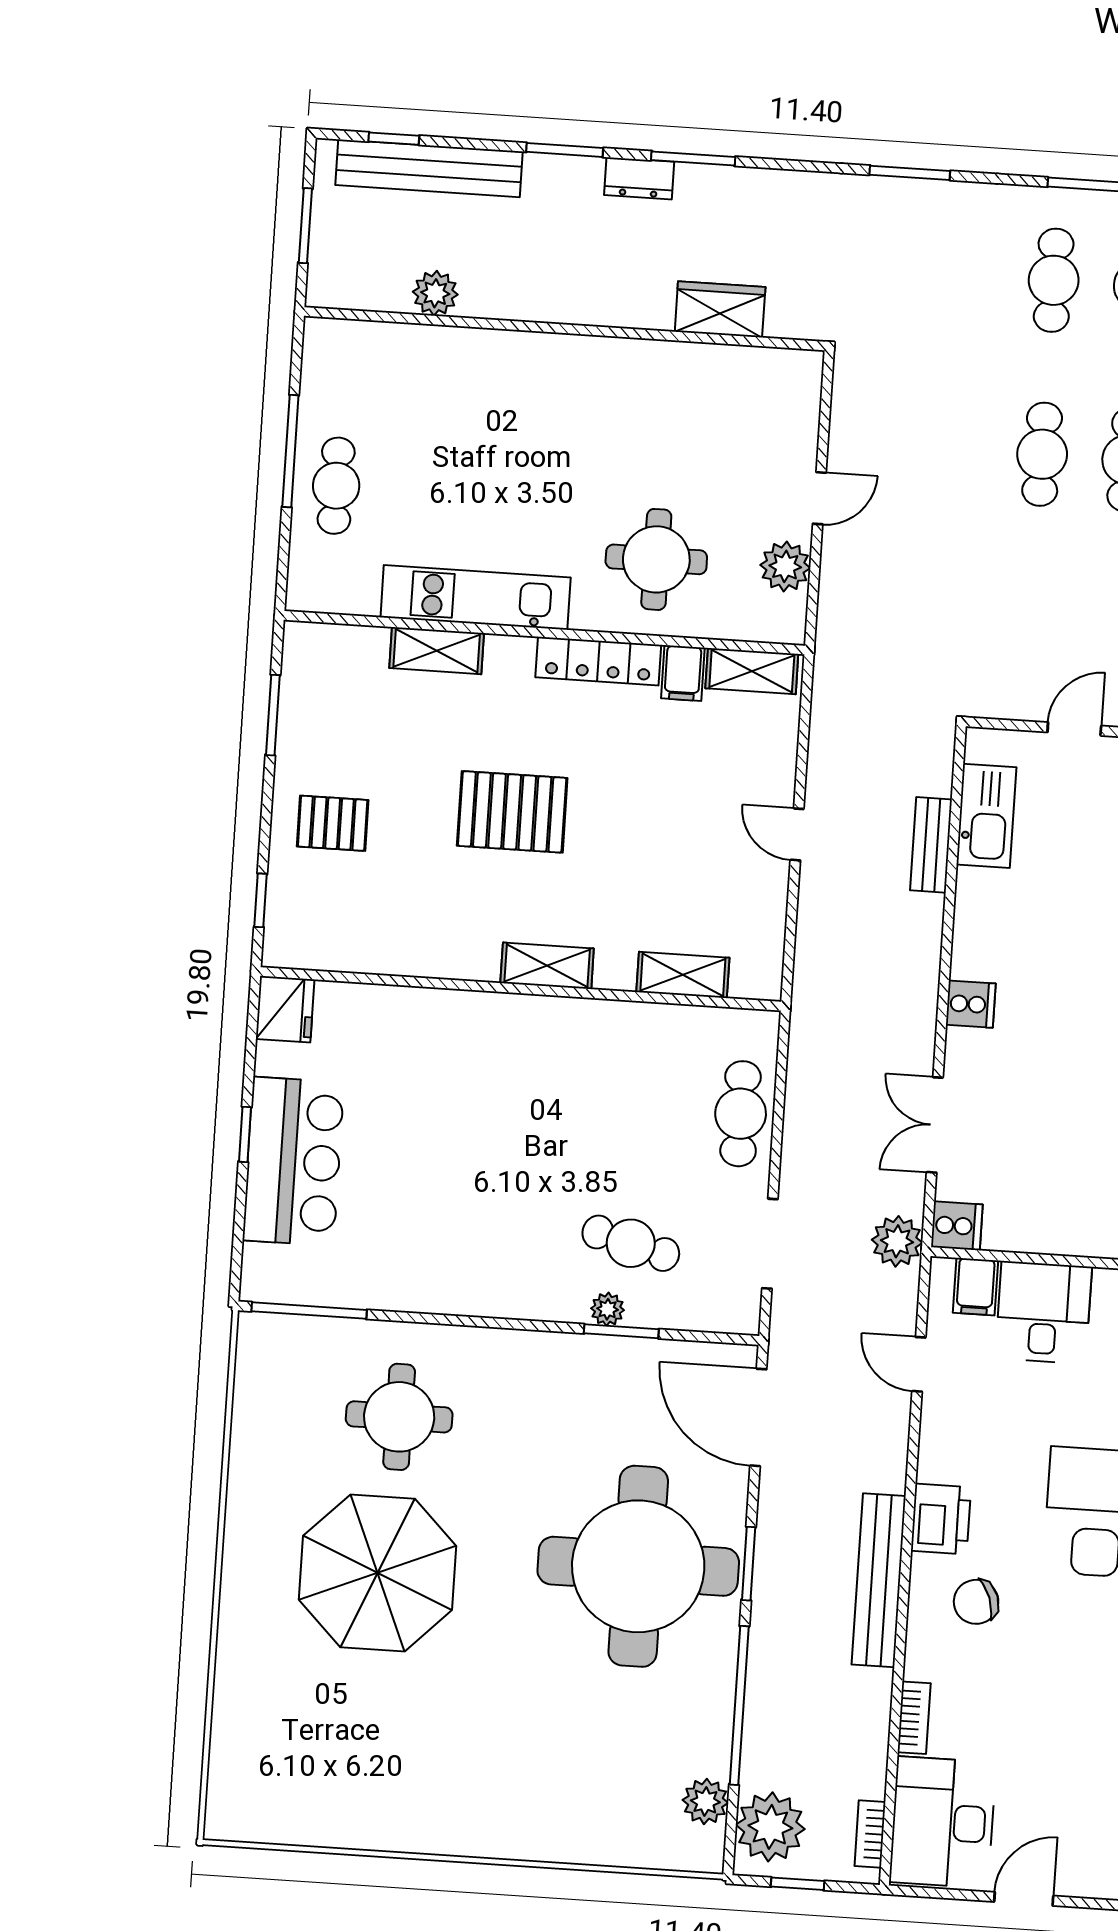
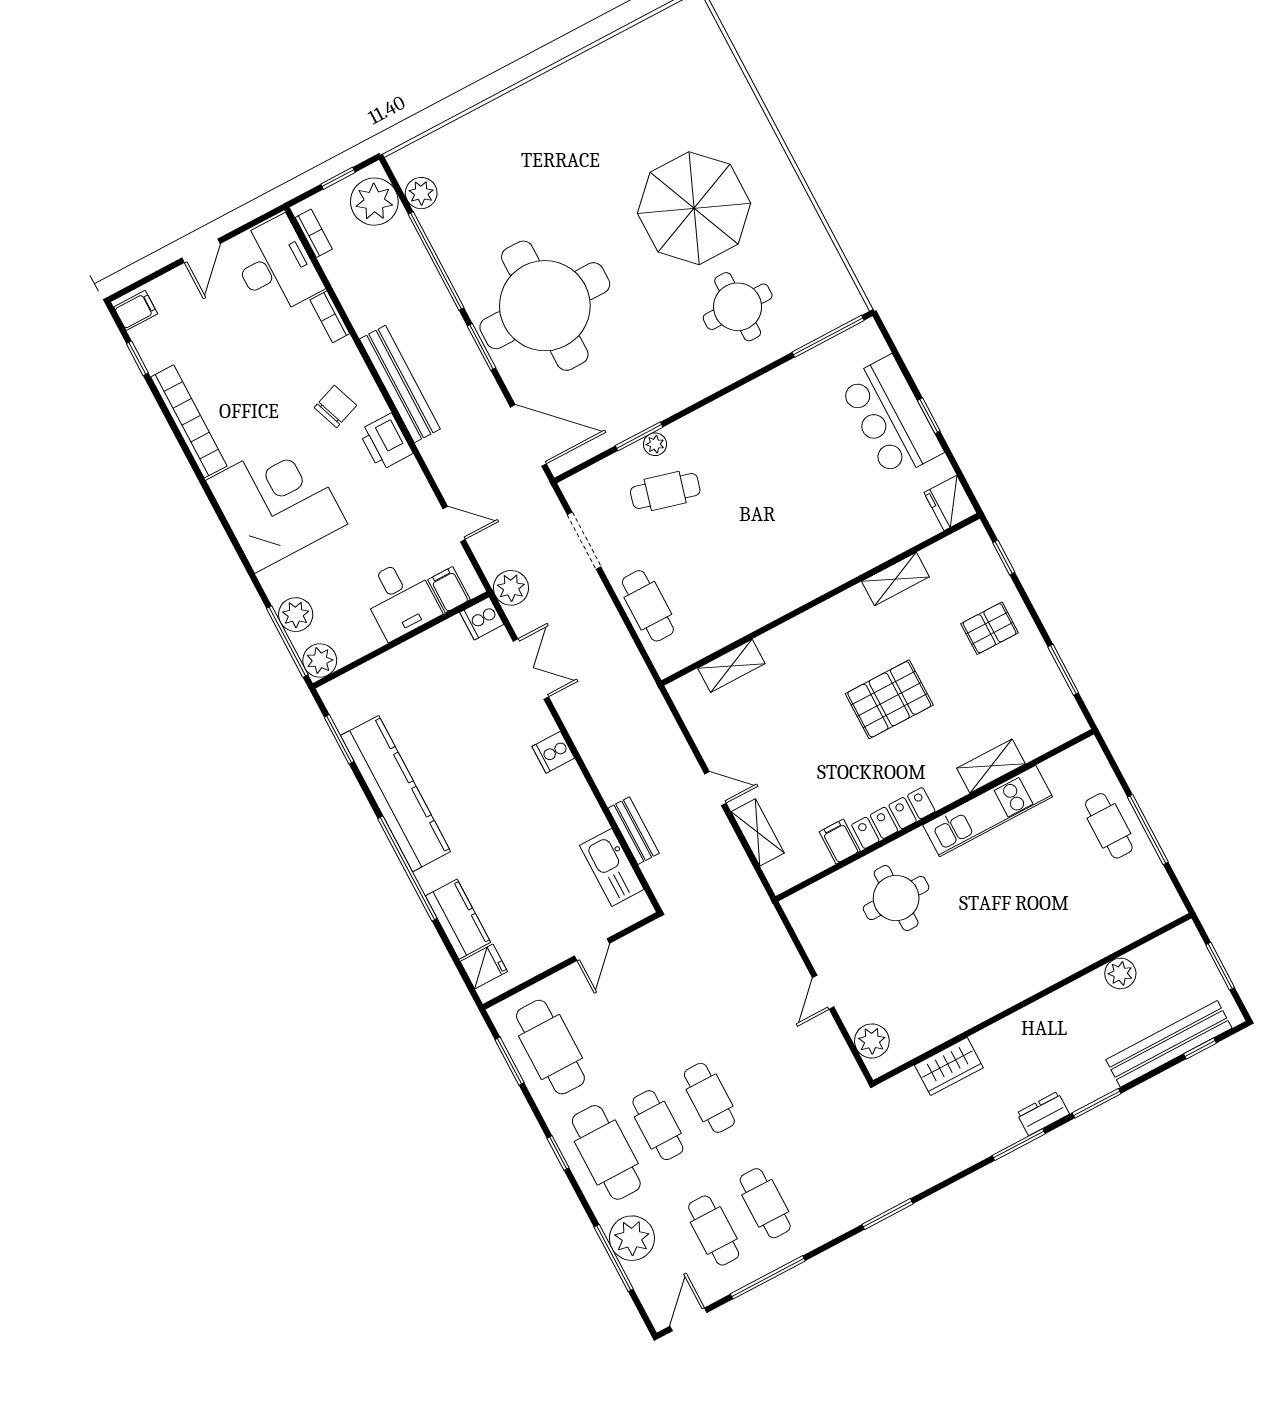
plant: (785, 566) -> (872, 1041), moved
shelving: (752, 671) -> (758, 832), moved, turned 90
shelving: (547, 966) -> (895, 579), moved

